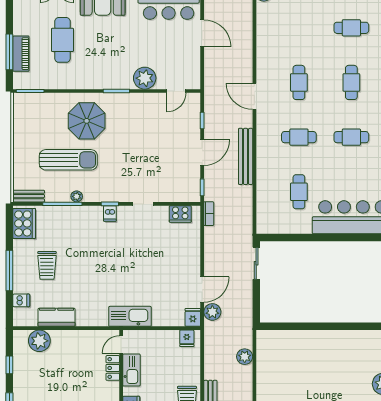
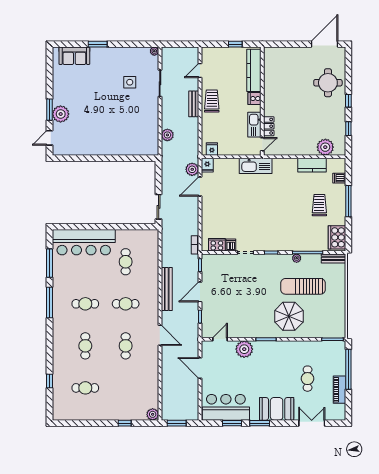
door: (202, 33) -> (200, 368), moved
cafe table: (62, 40) -> (308, 379), width x0.73, depth x0.74
window: (9, 52) -> (348, 369), width x1.46
piano: (21, 54) -> (339, 390), moved
dishwasher: (110, 213) -> (231, 245), moved

